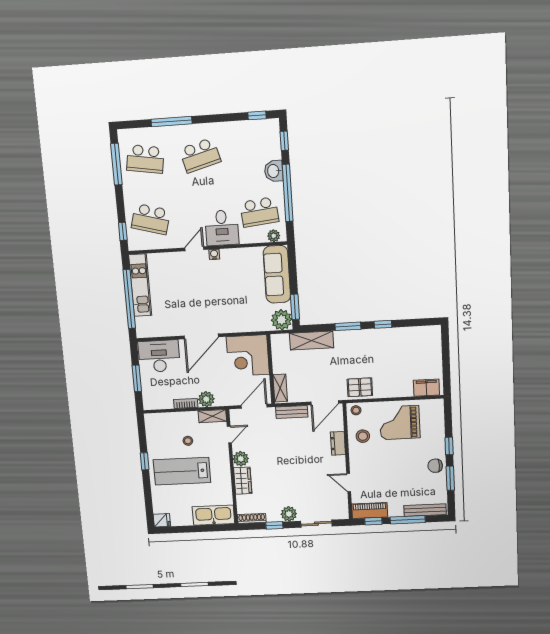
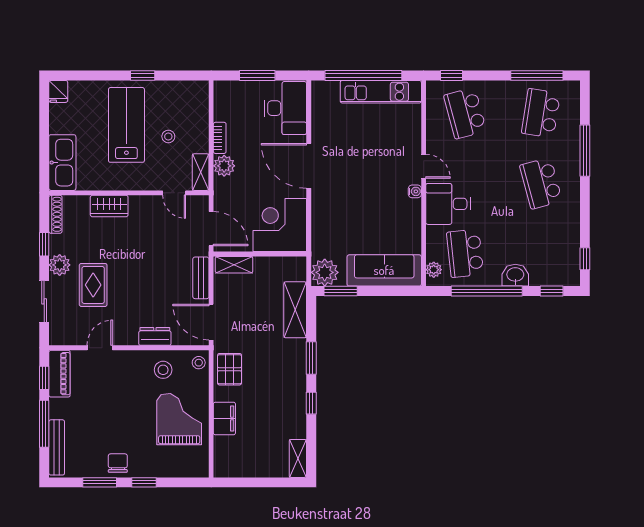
school desk: (151, 219) -> (465, 113), turned -30
shelving: (426, 332) -> (298, 458), added
filing cabinet: (426, 388) -> (224, 419), moved
plant: (241, 459) -> (140, 206), removed
rug: (302, 489) -> (93, 285), added

